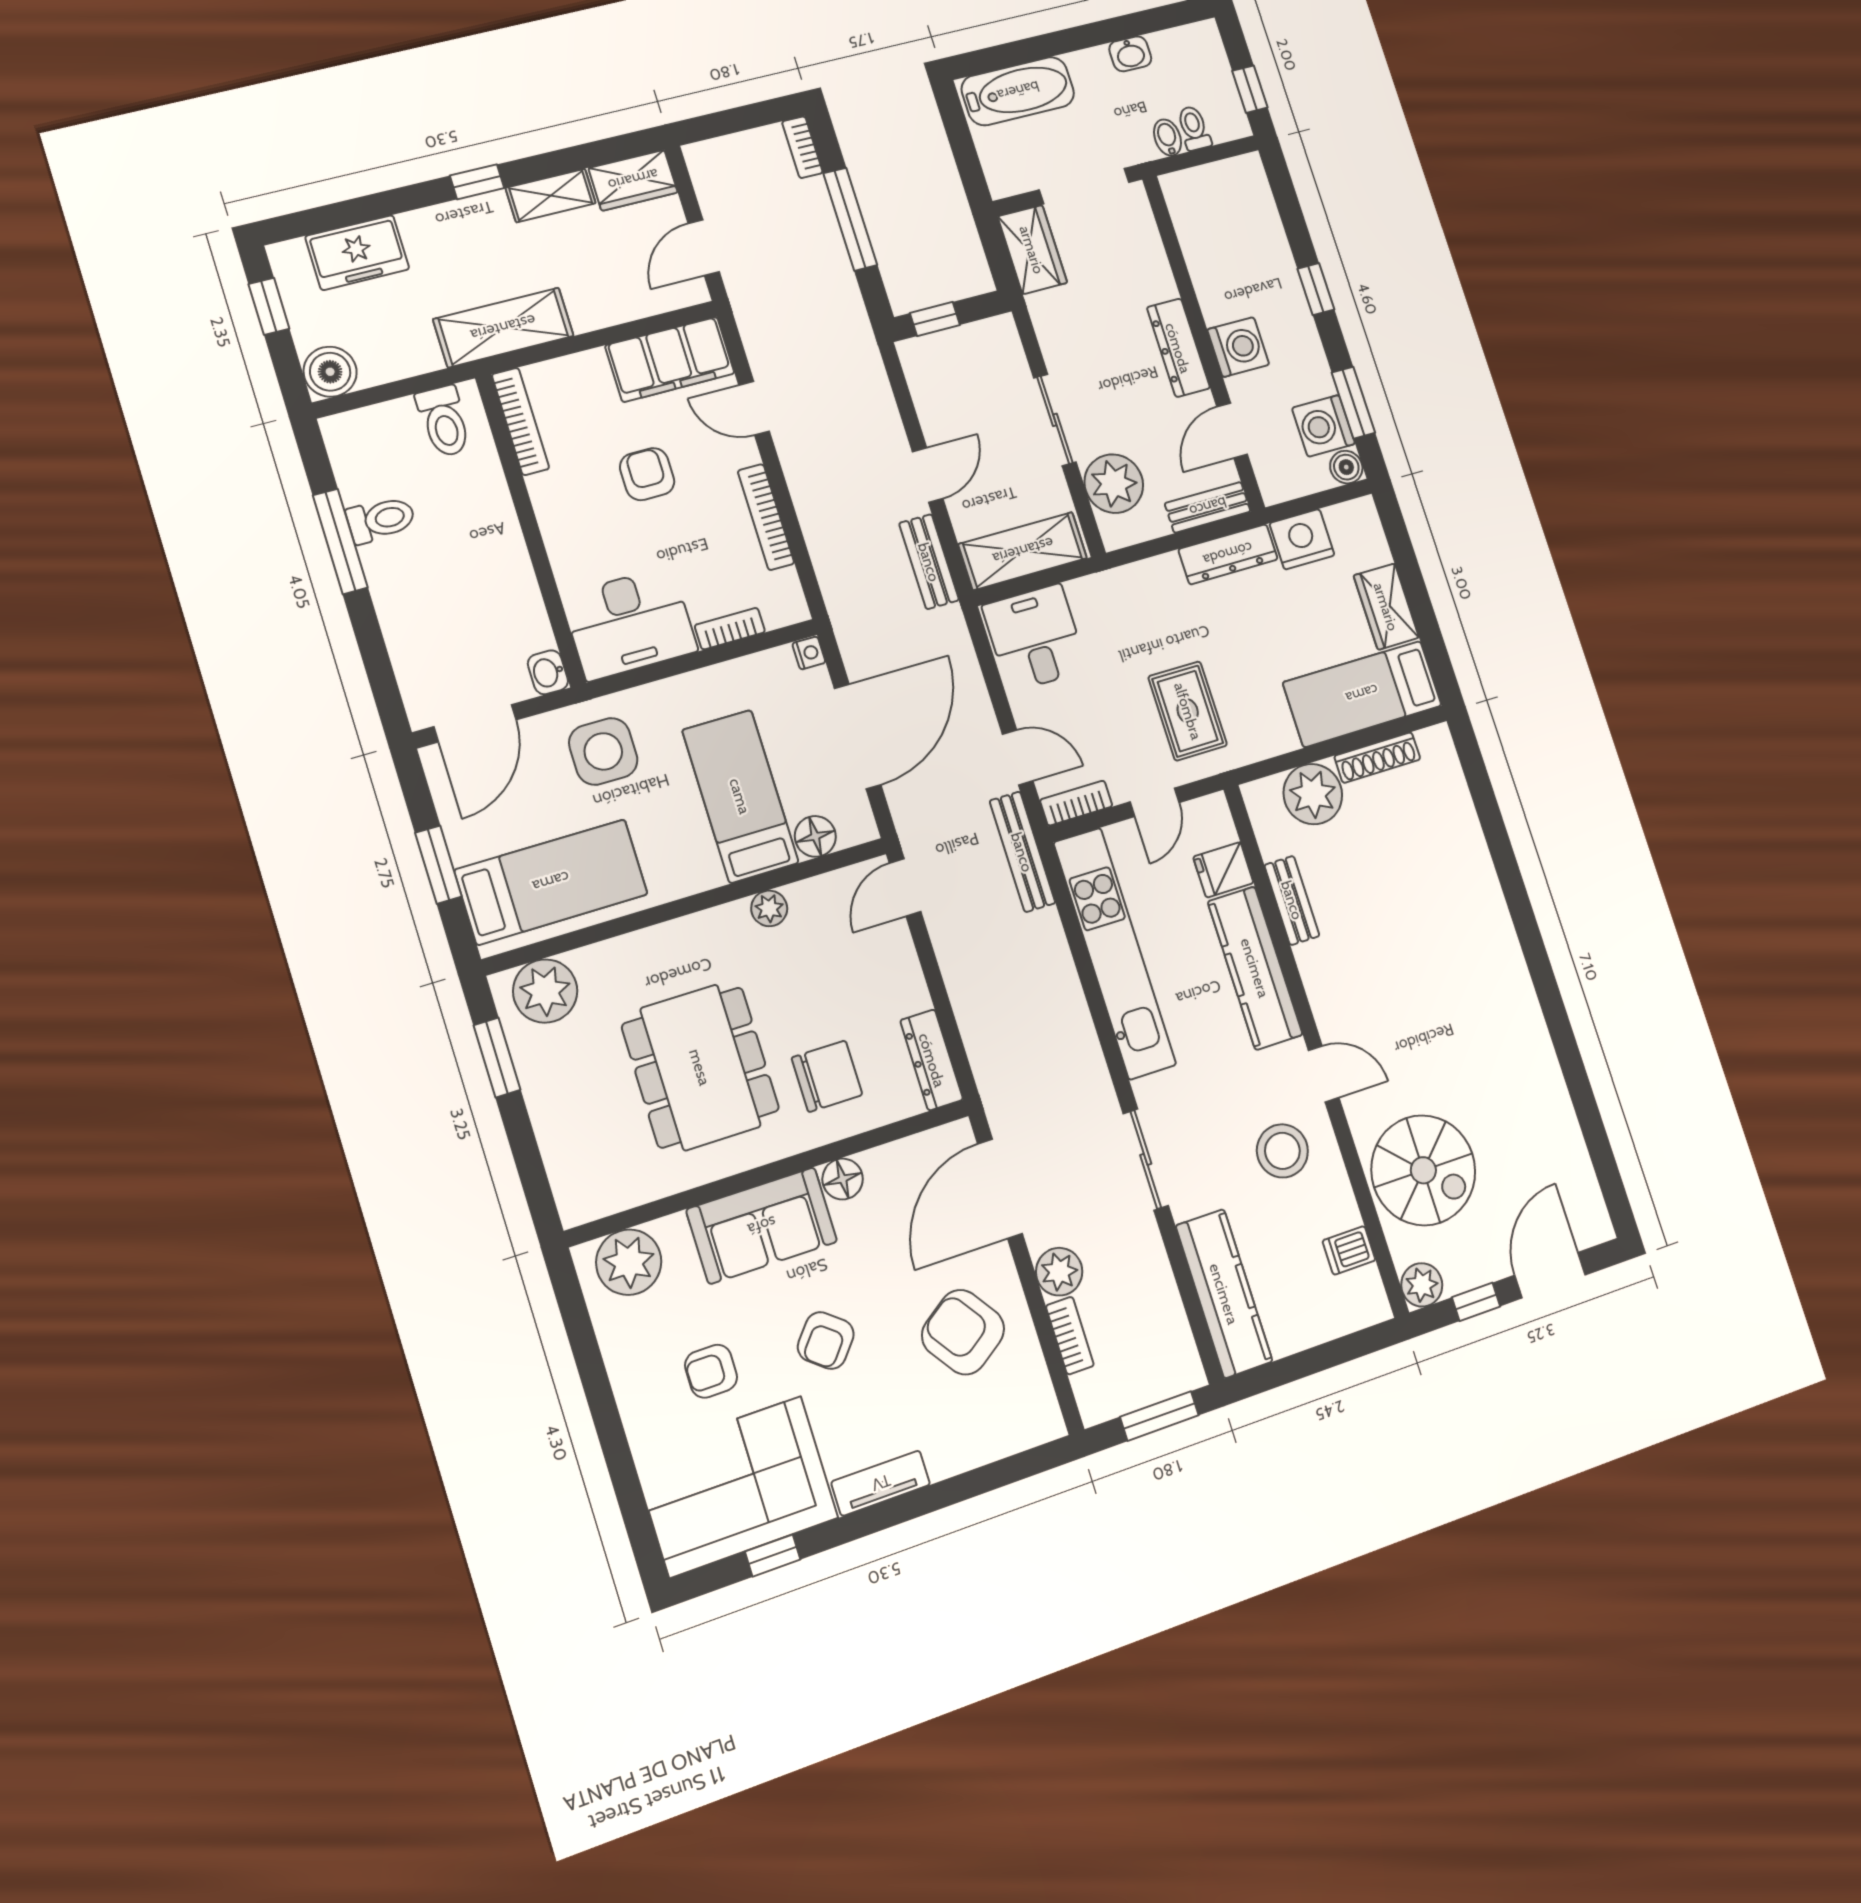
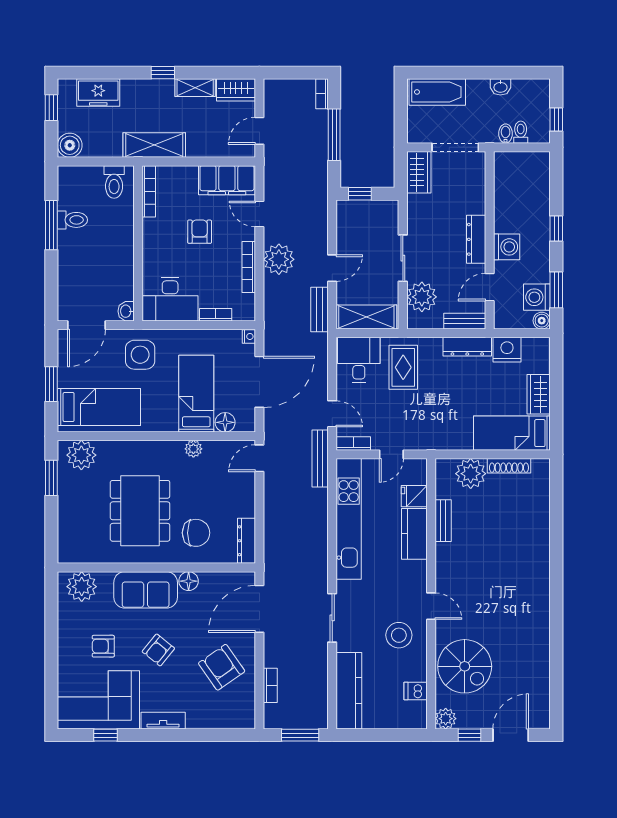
rug: (1188, 711) -> (403, 367), moved
kitchen counter: (1255, 968) -> (414, 534), width x0.67
plant: (1059, 1272) -> (279, 259), moved, width x1.36, depth x1.36

